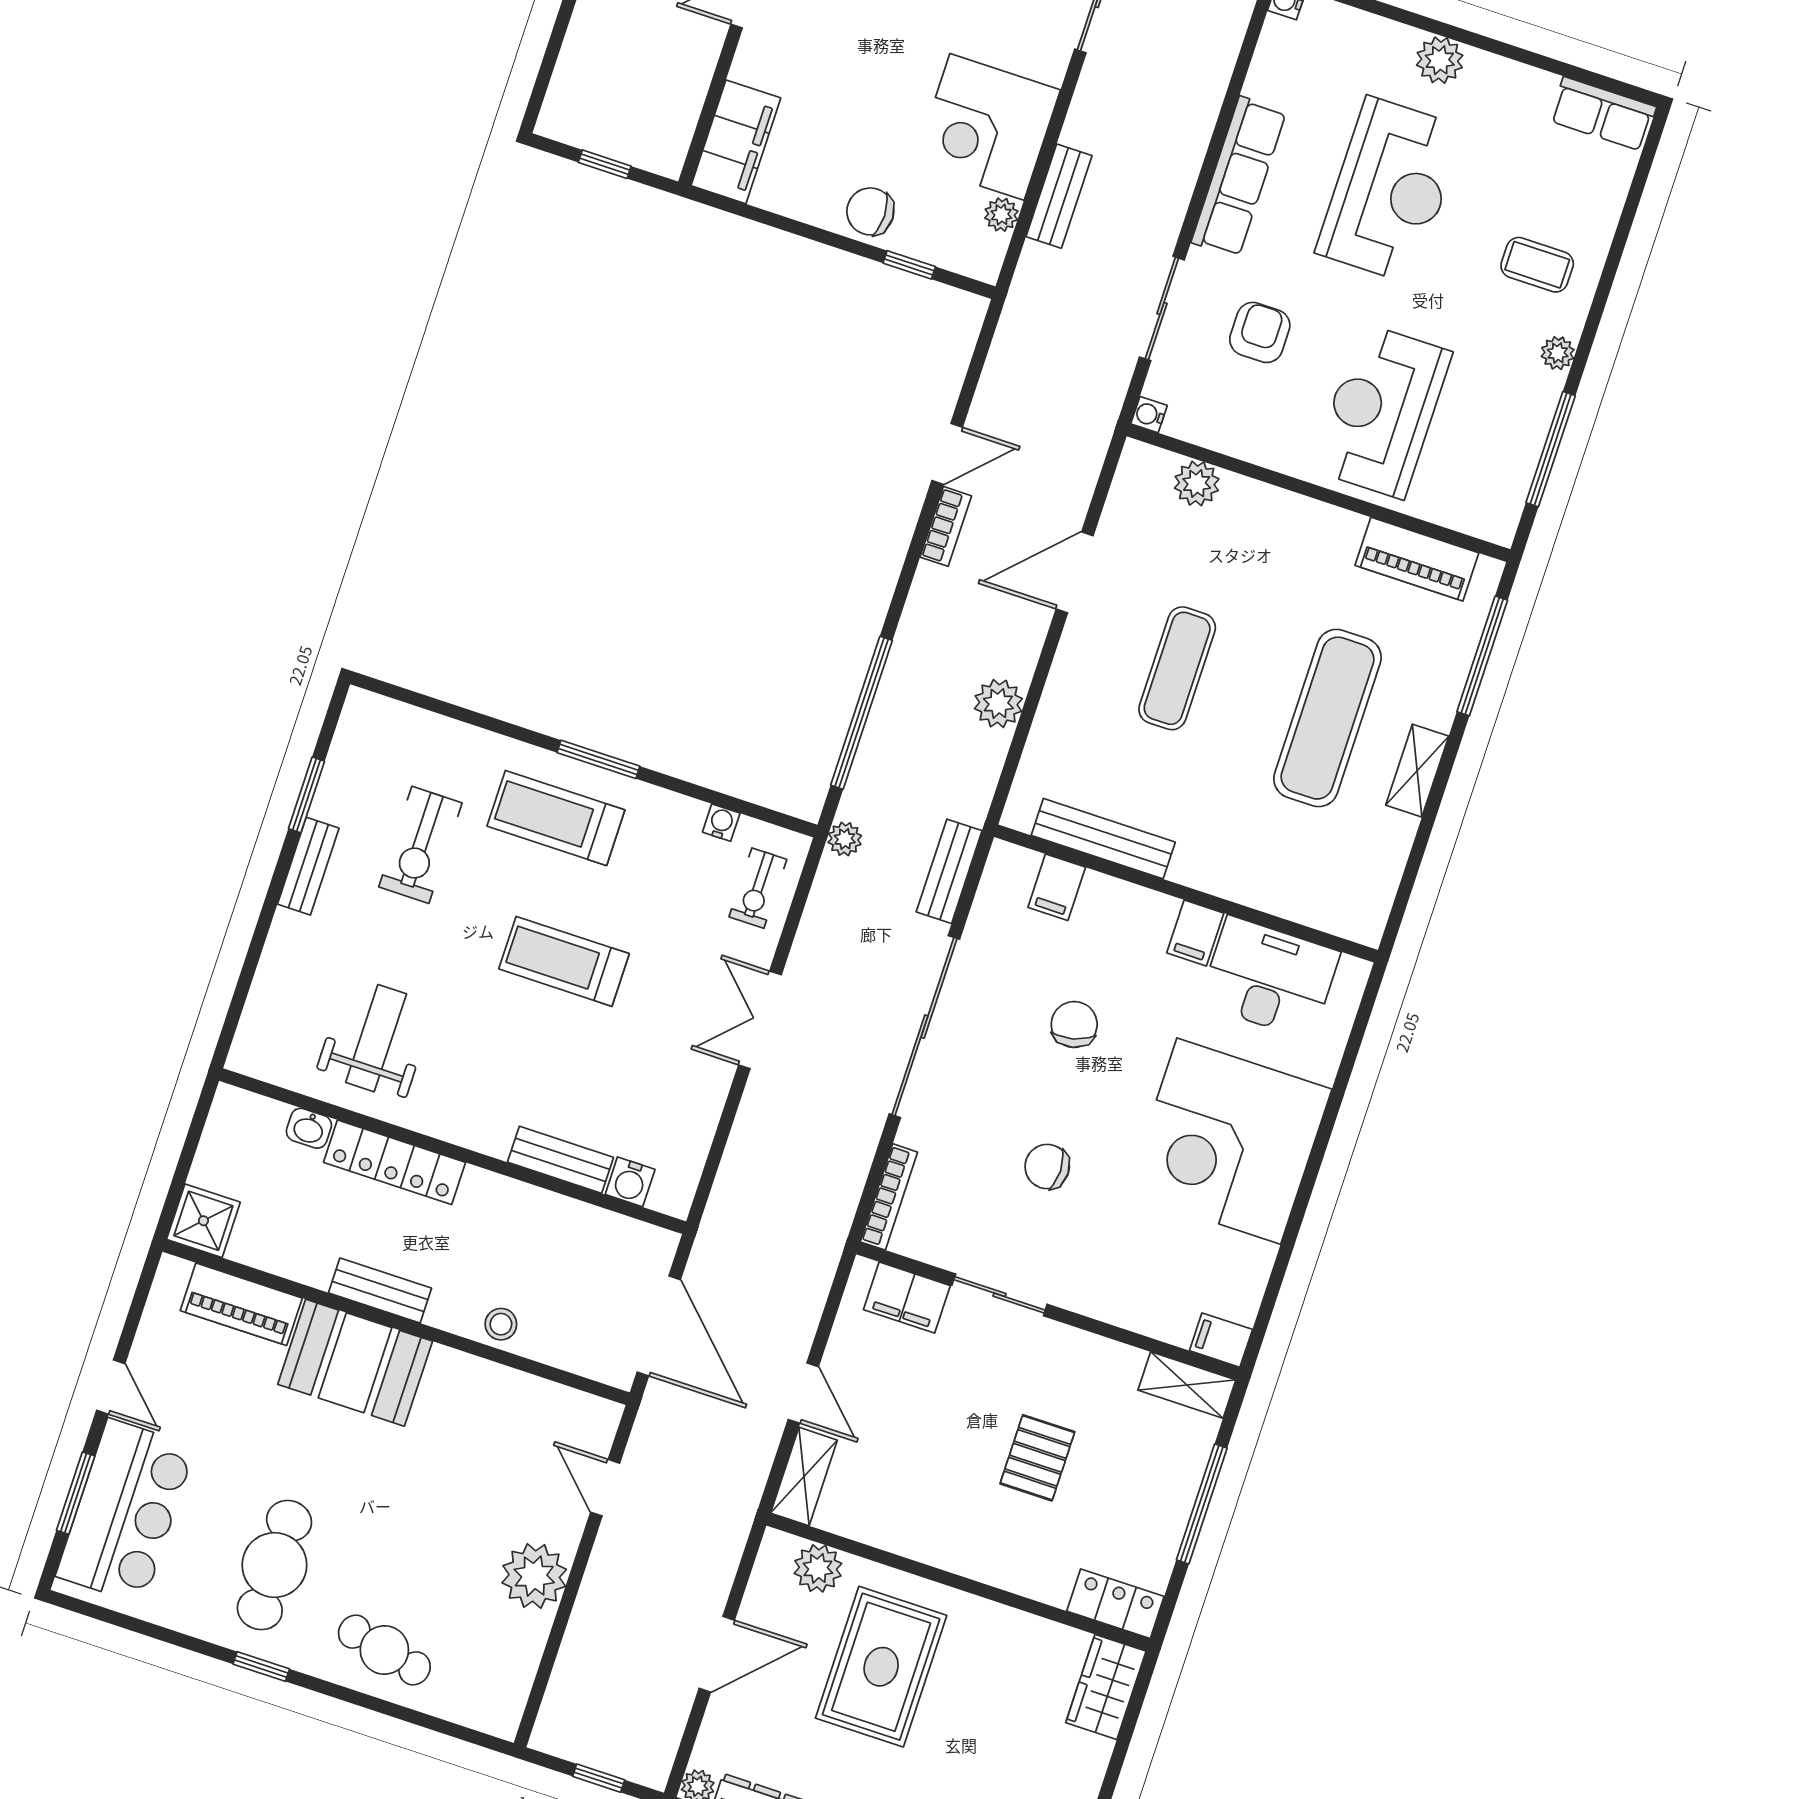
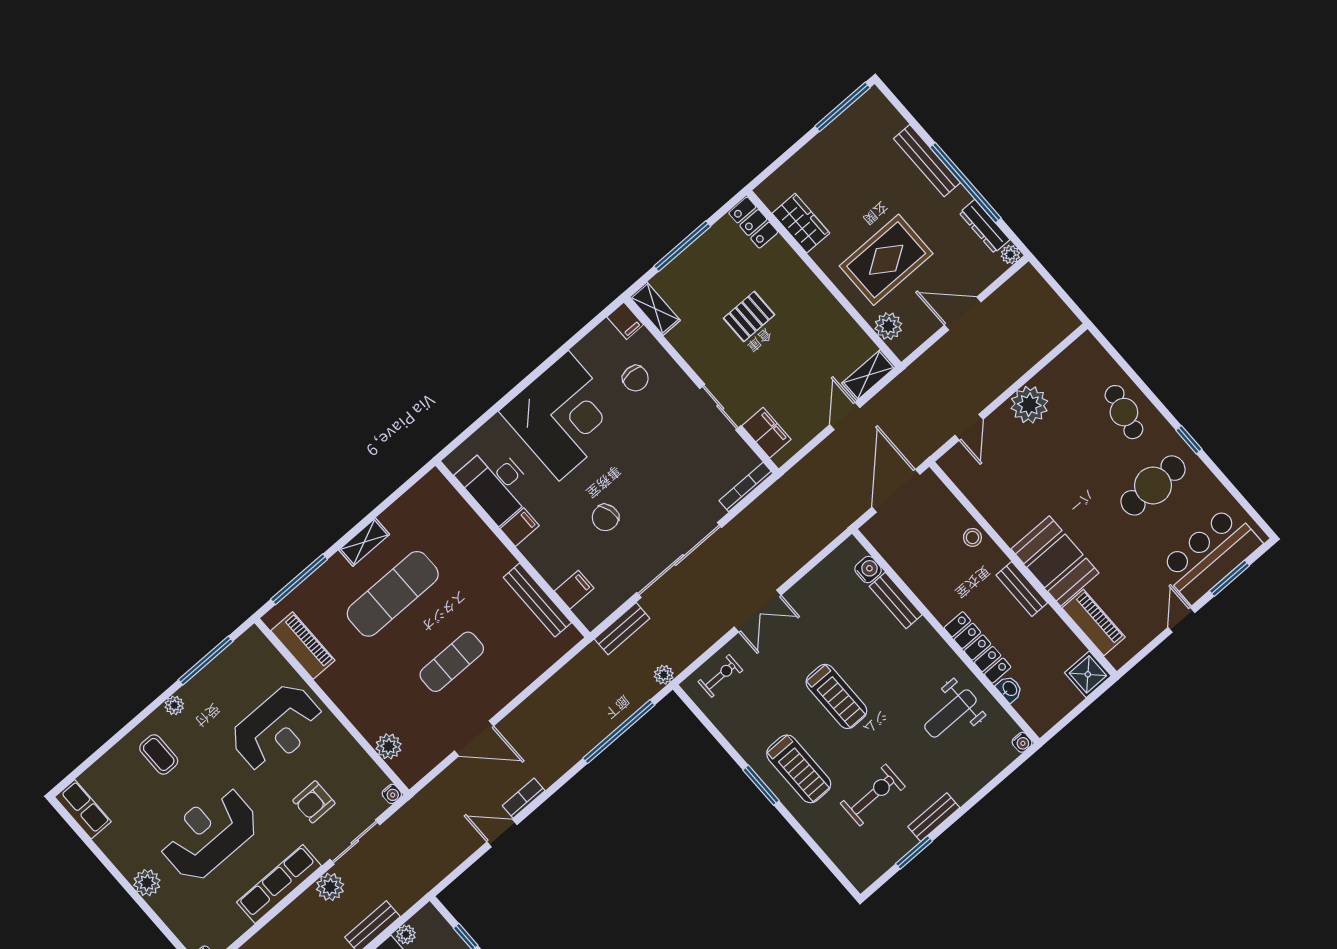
plant: (998, 704) -> (330, 887), moved
water cooler: (721, 823) -> (1022, 742), moved, turned -90
chair: (1047, 1167) -> (635, 378), moved
wardrobe: (1106, 1687) -> (801, 223), moved, turned -90
window: (599, 1778) -> (1056, 287), removed

